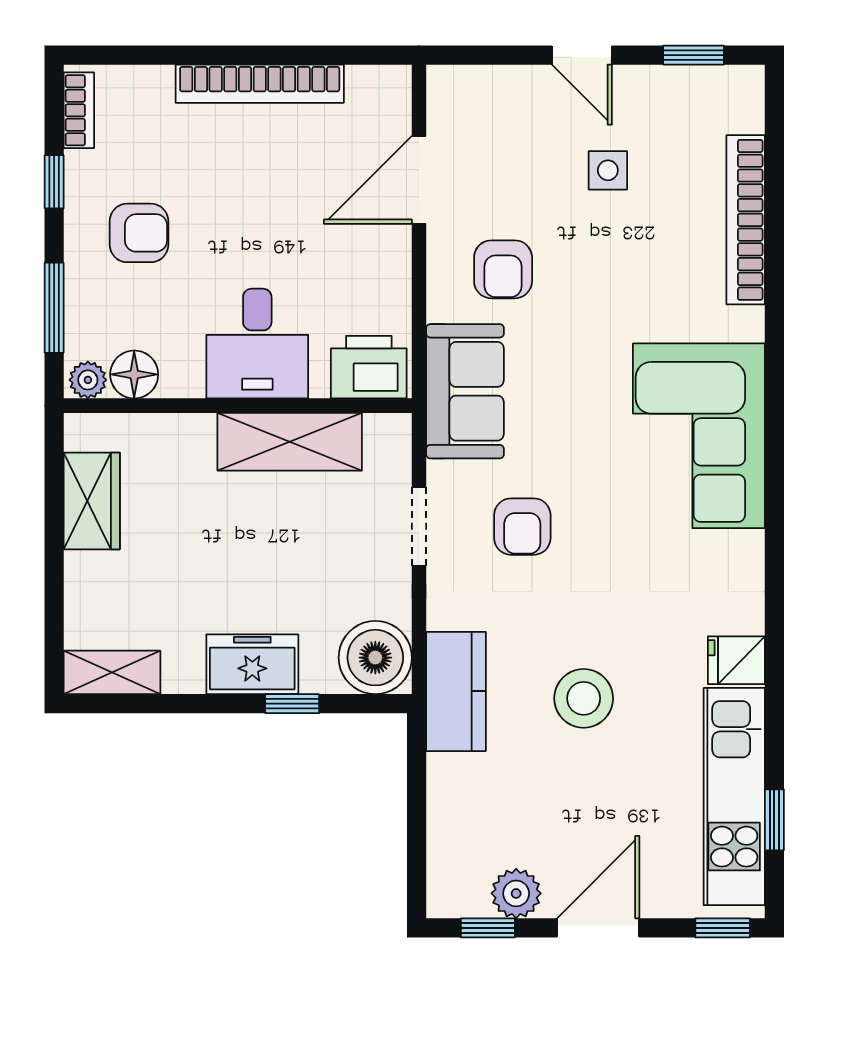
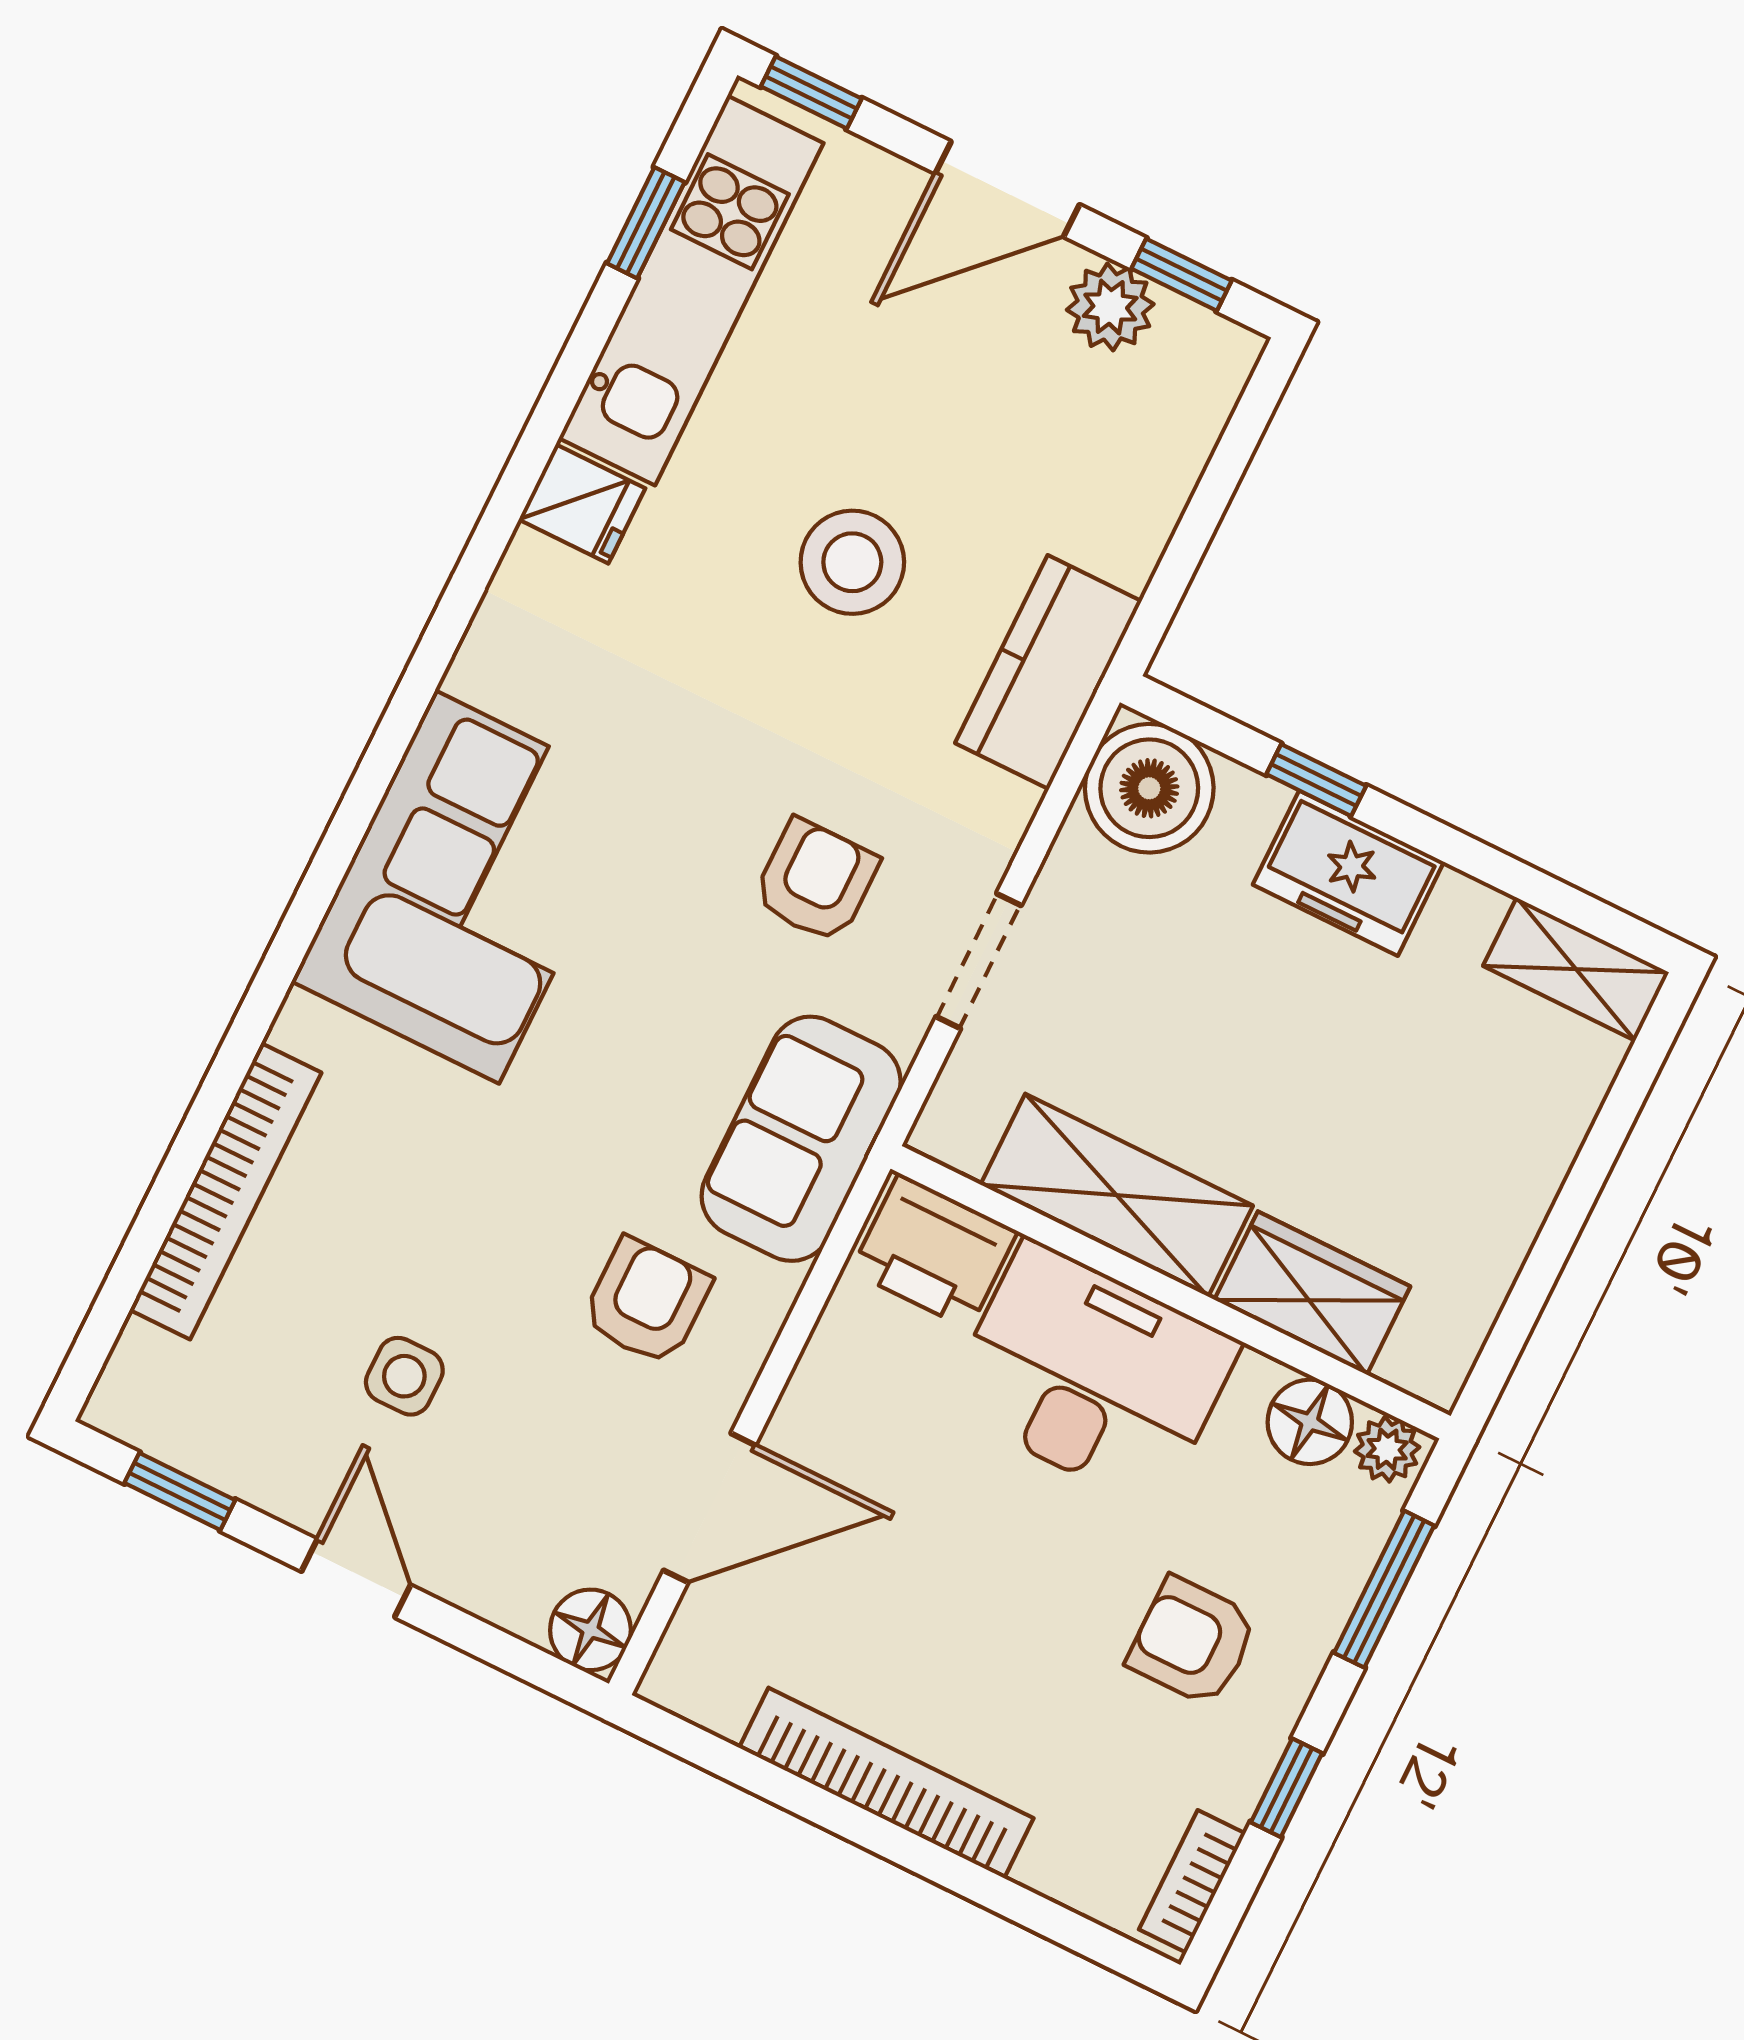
floor lamp: (449, 88) -> (590, 1630), added
desk: (257, 344) -> (1092, 1375), width x1.37
wardrobe: (92, 501) -> (1312, 1293), moved, turned 90

